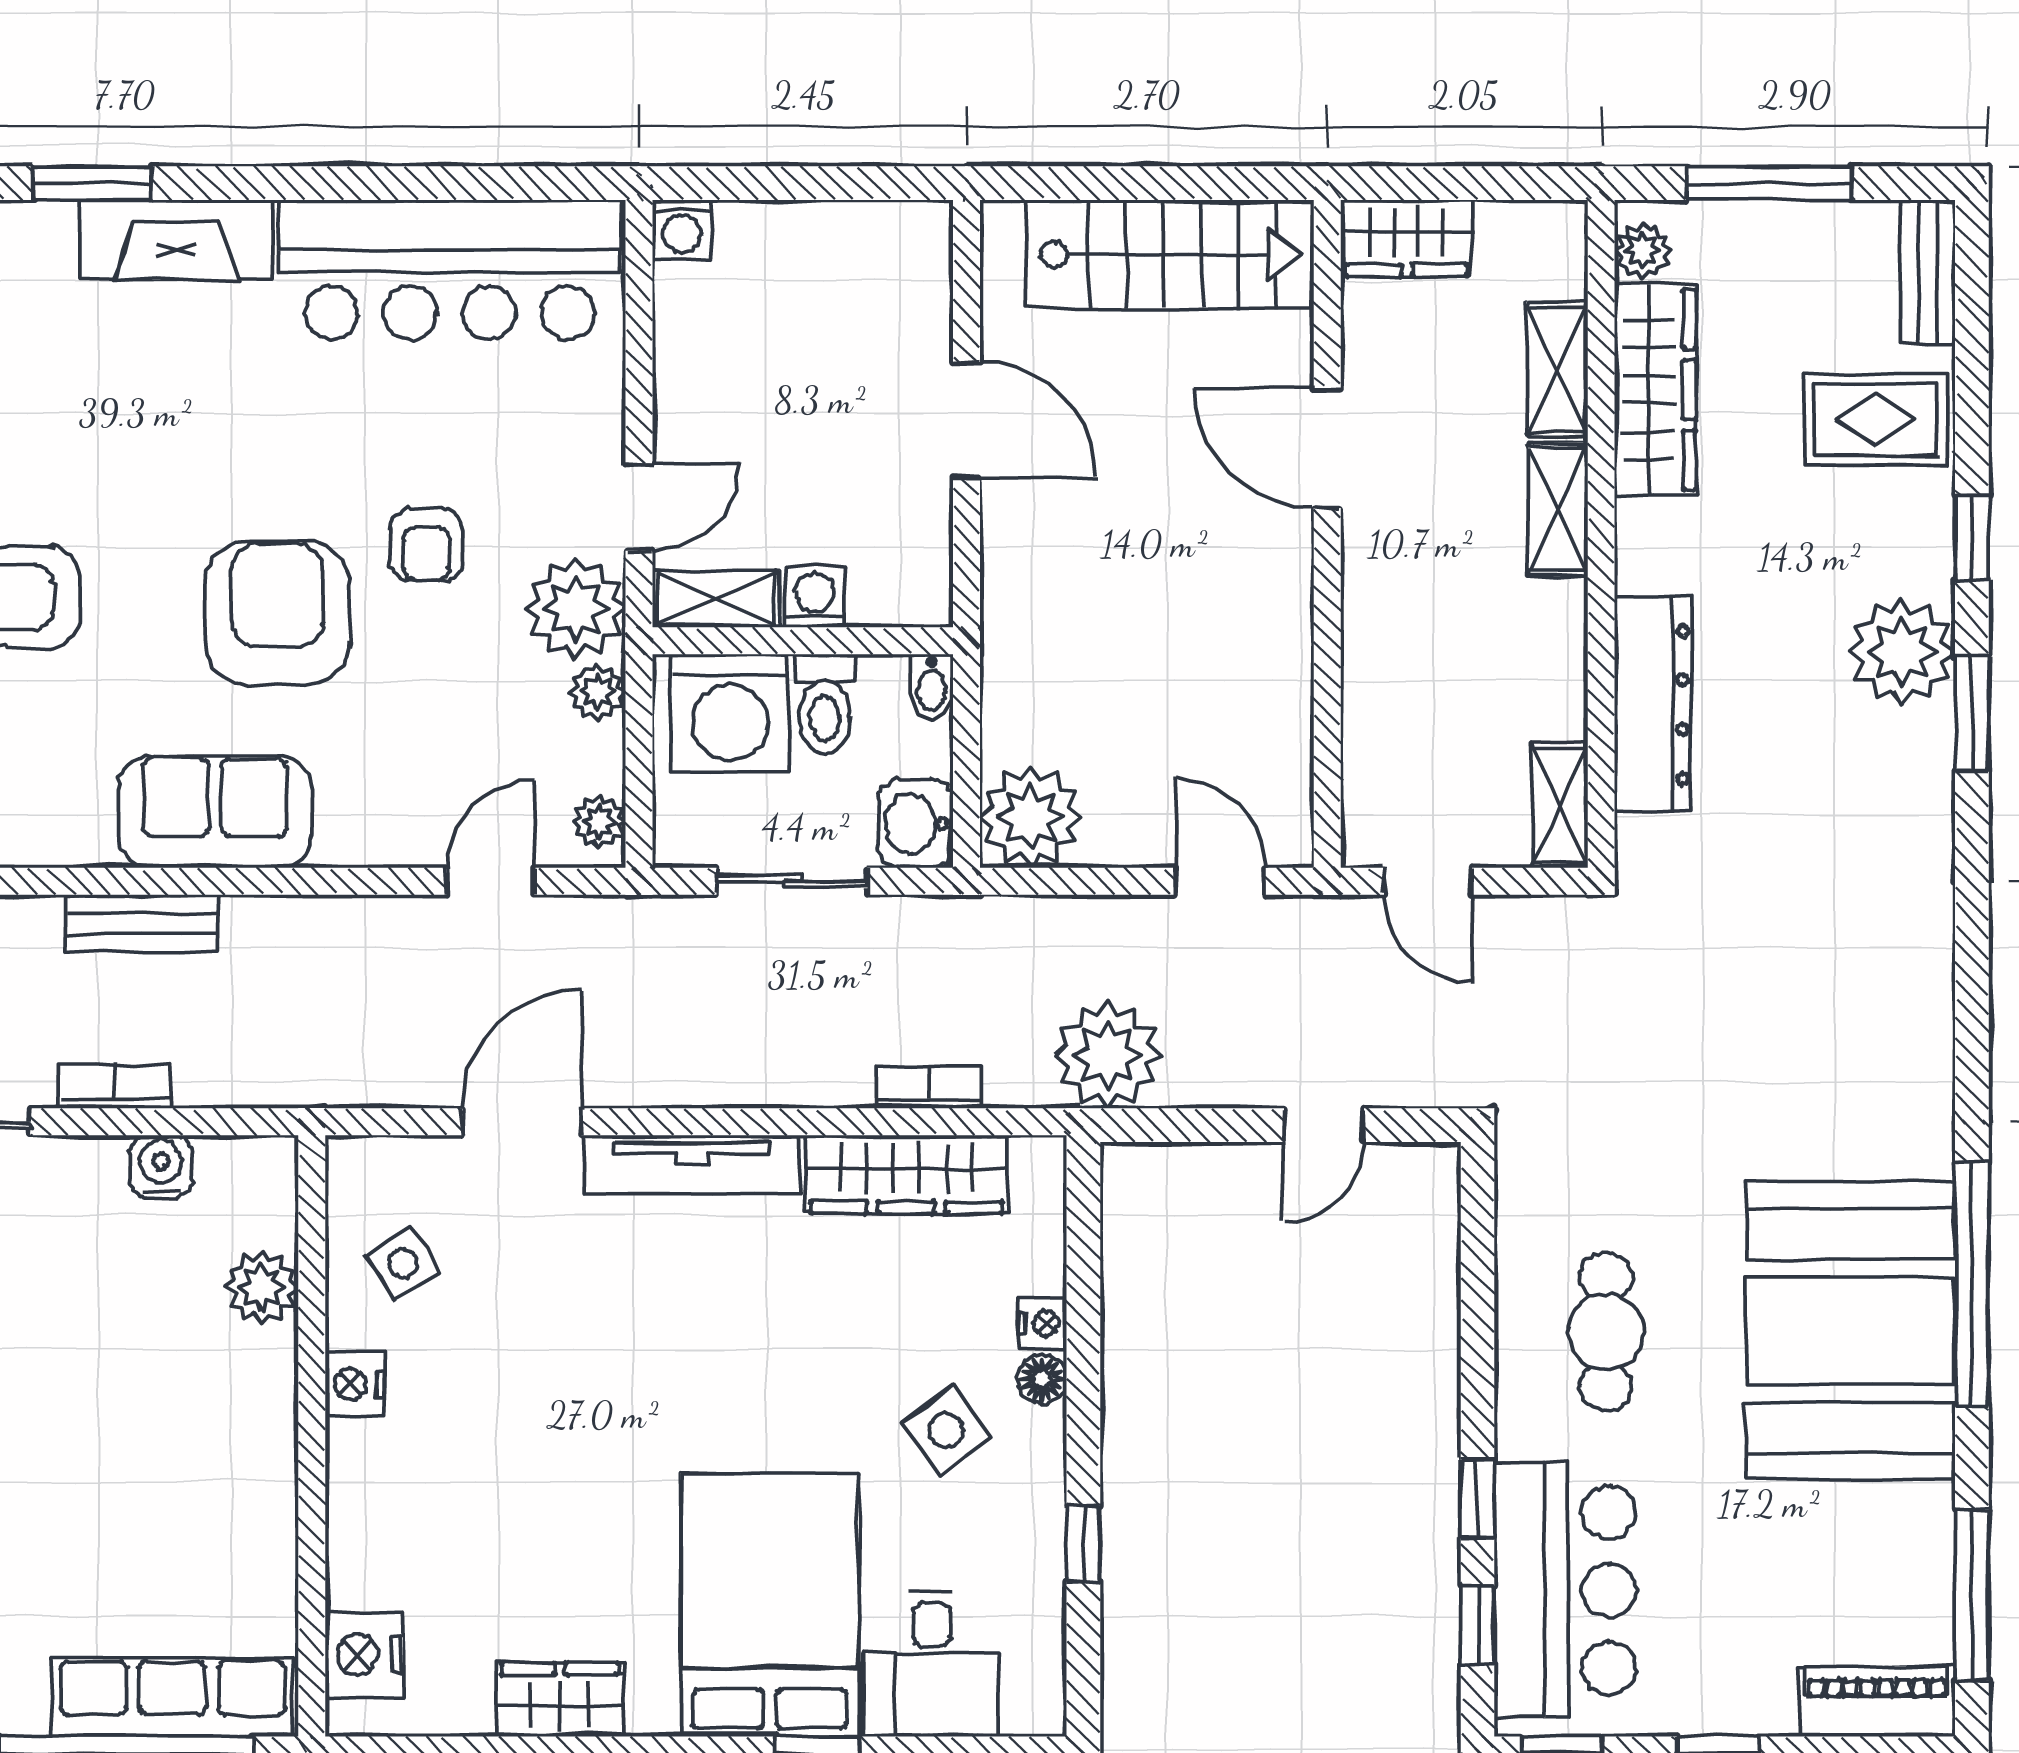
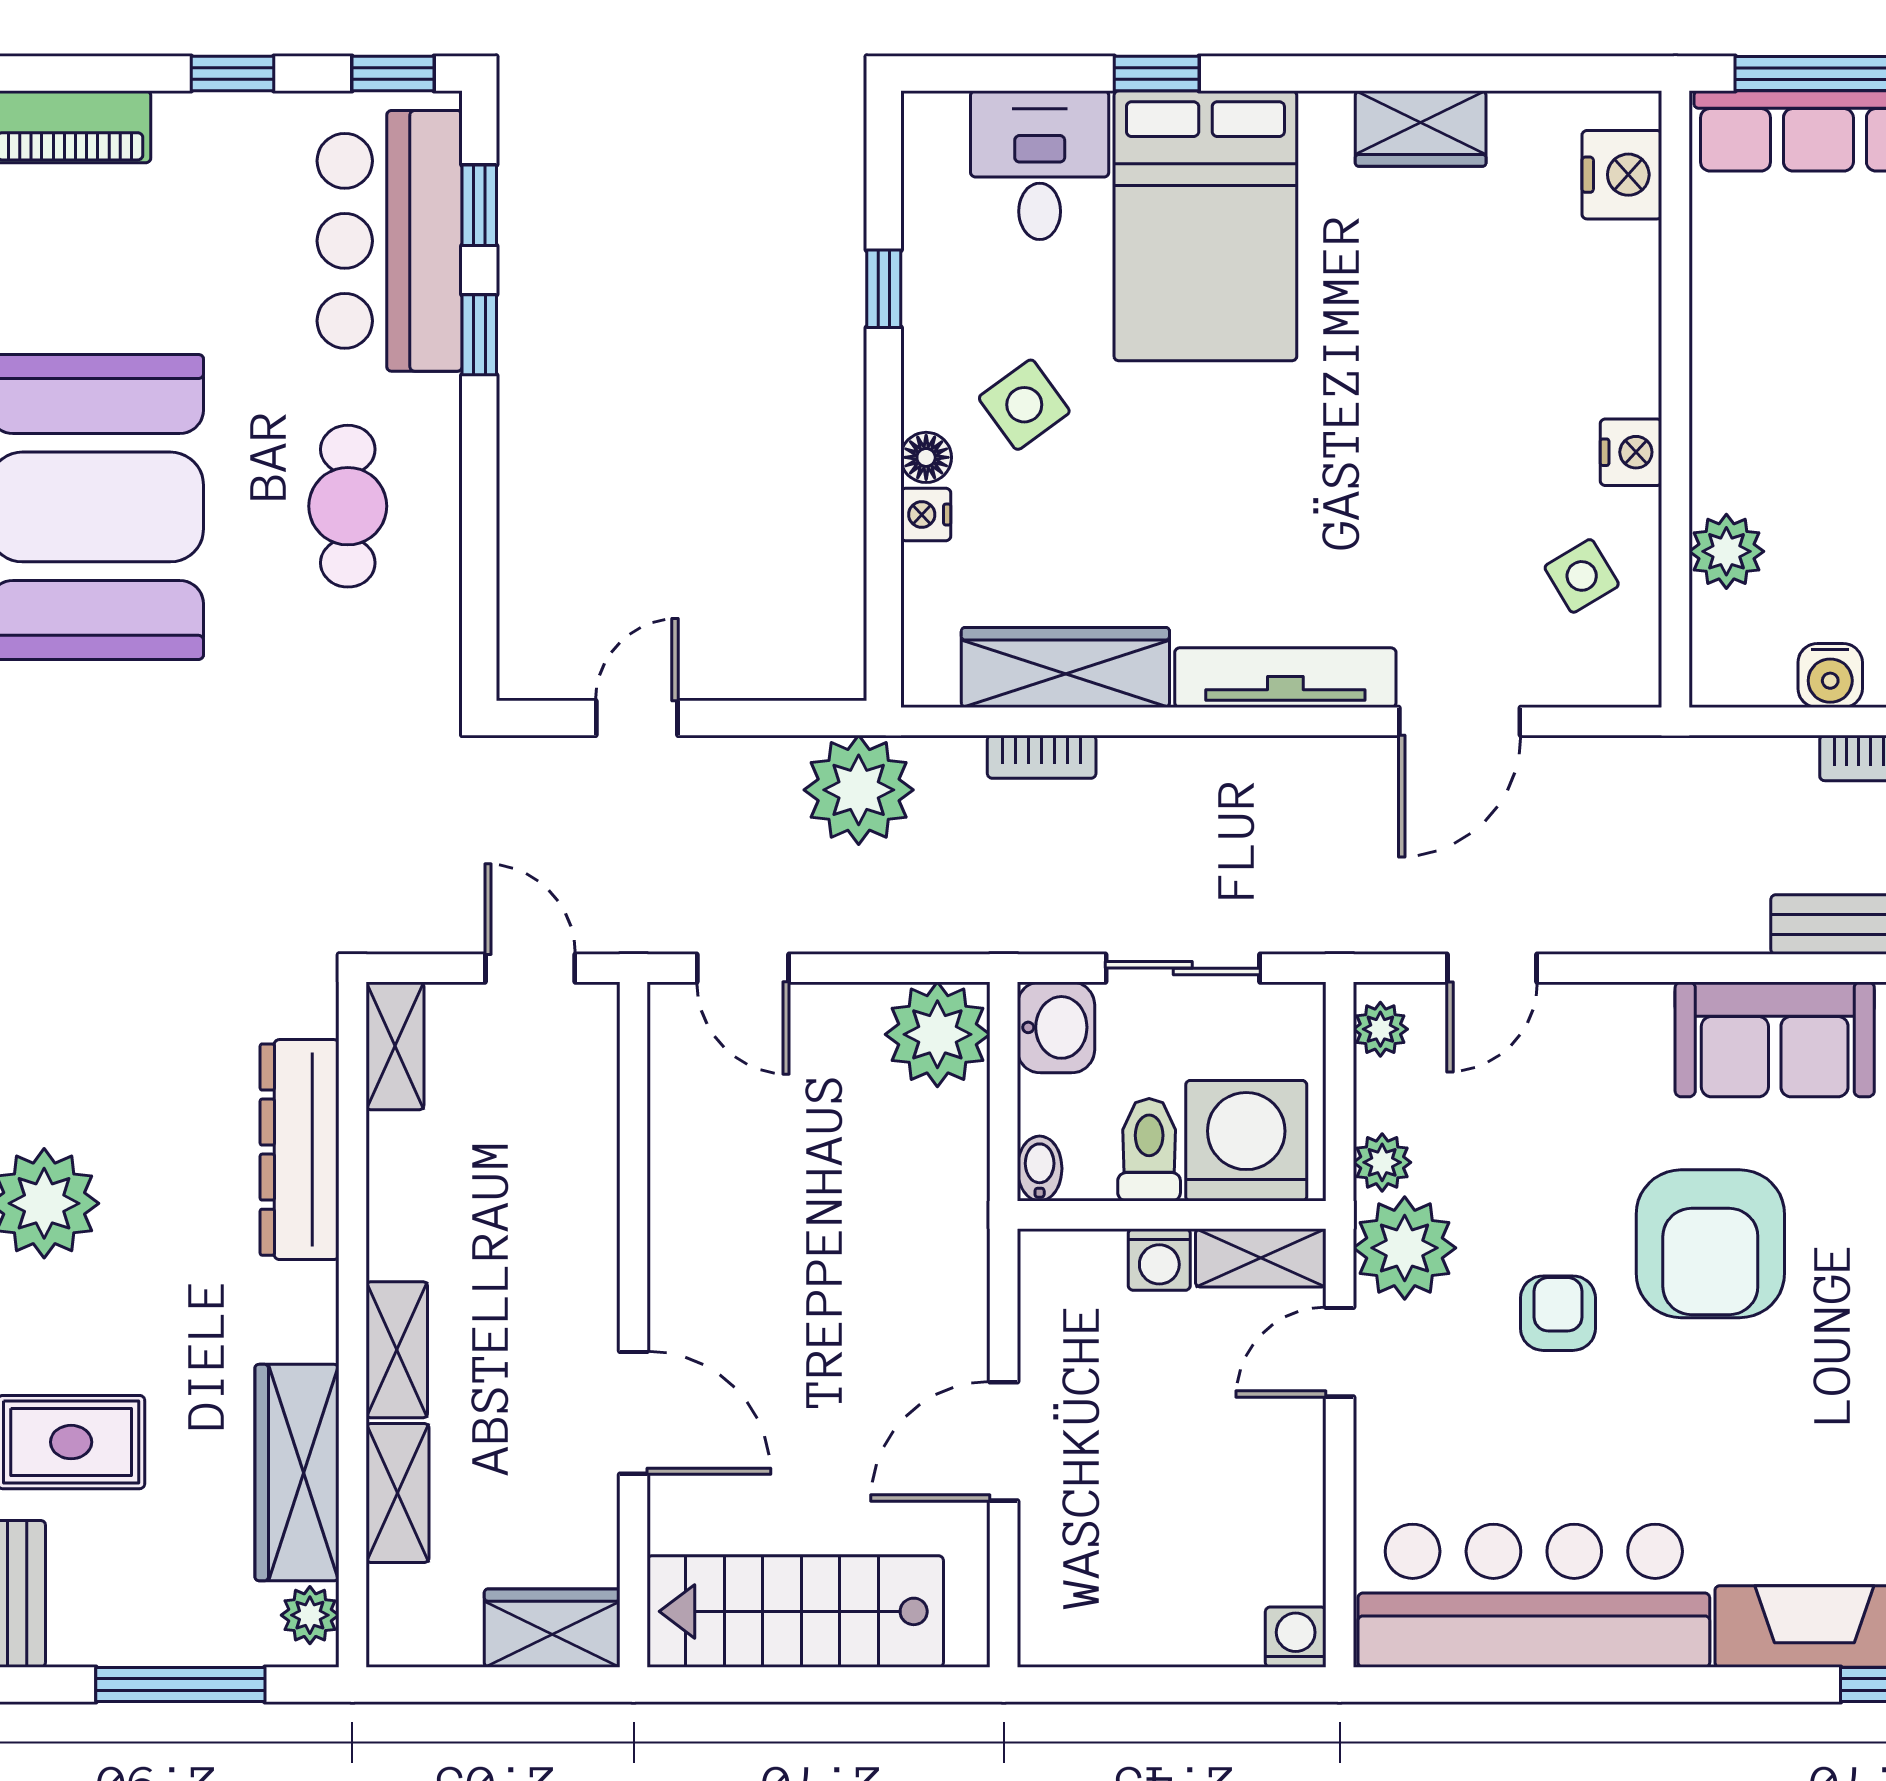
door: (966, 420) -> (1004, 1441), hinge flipped

